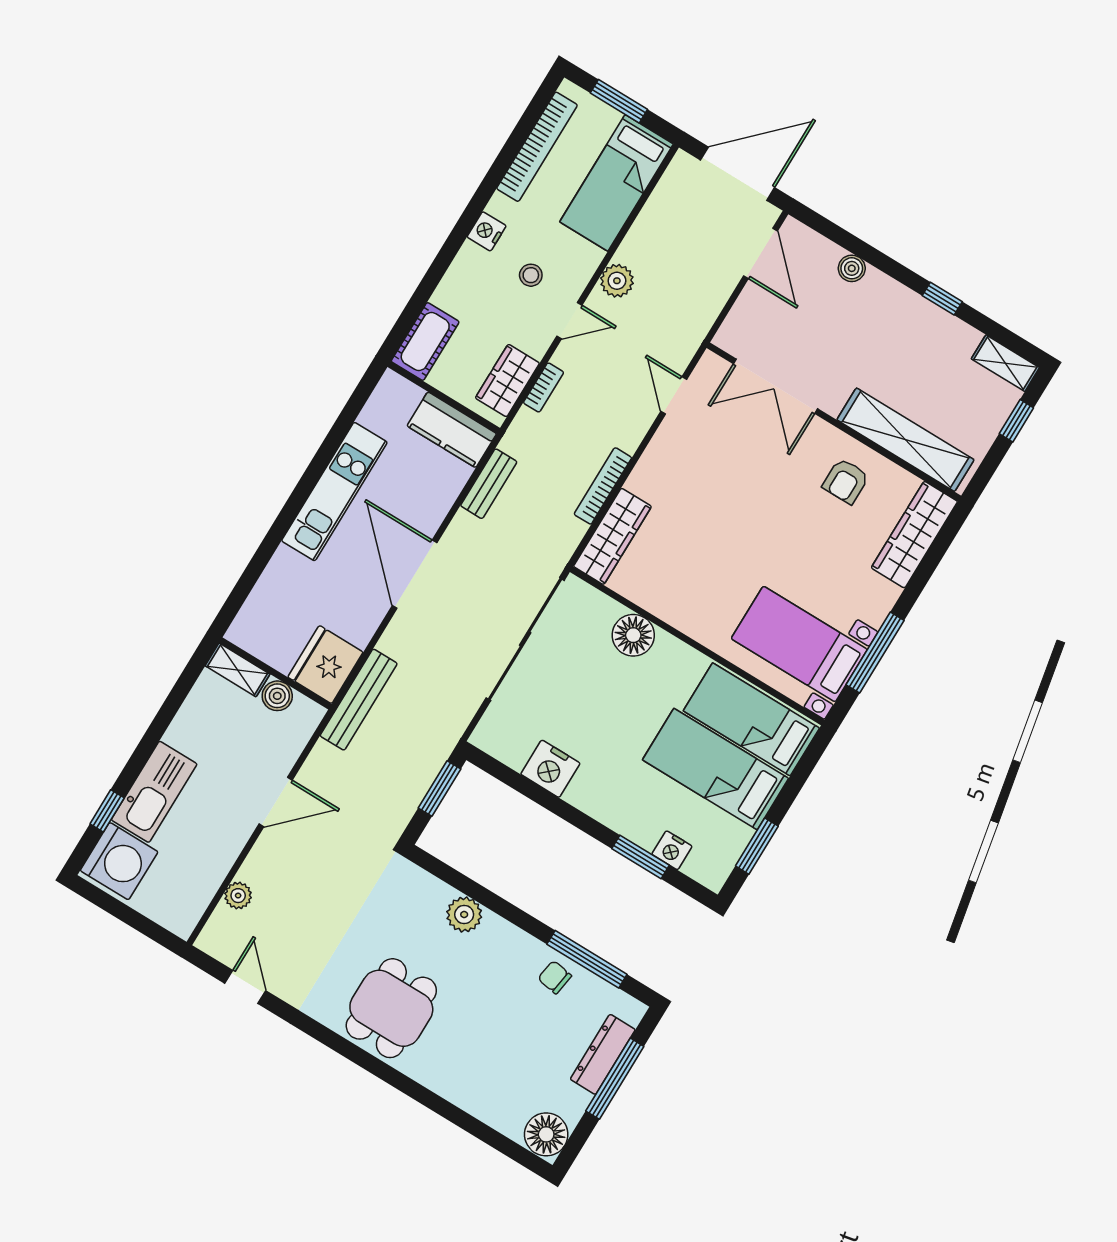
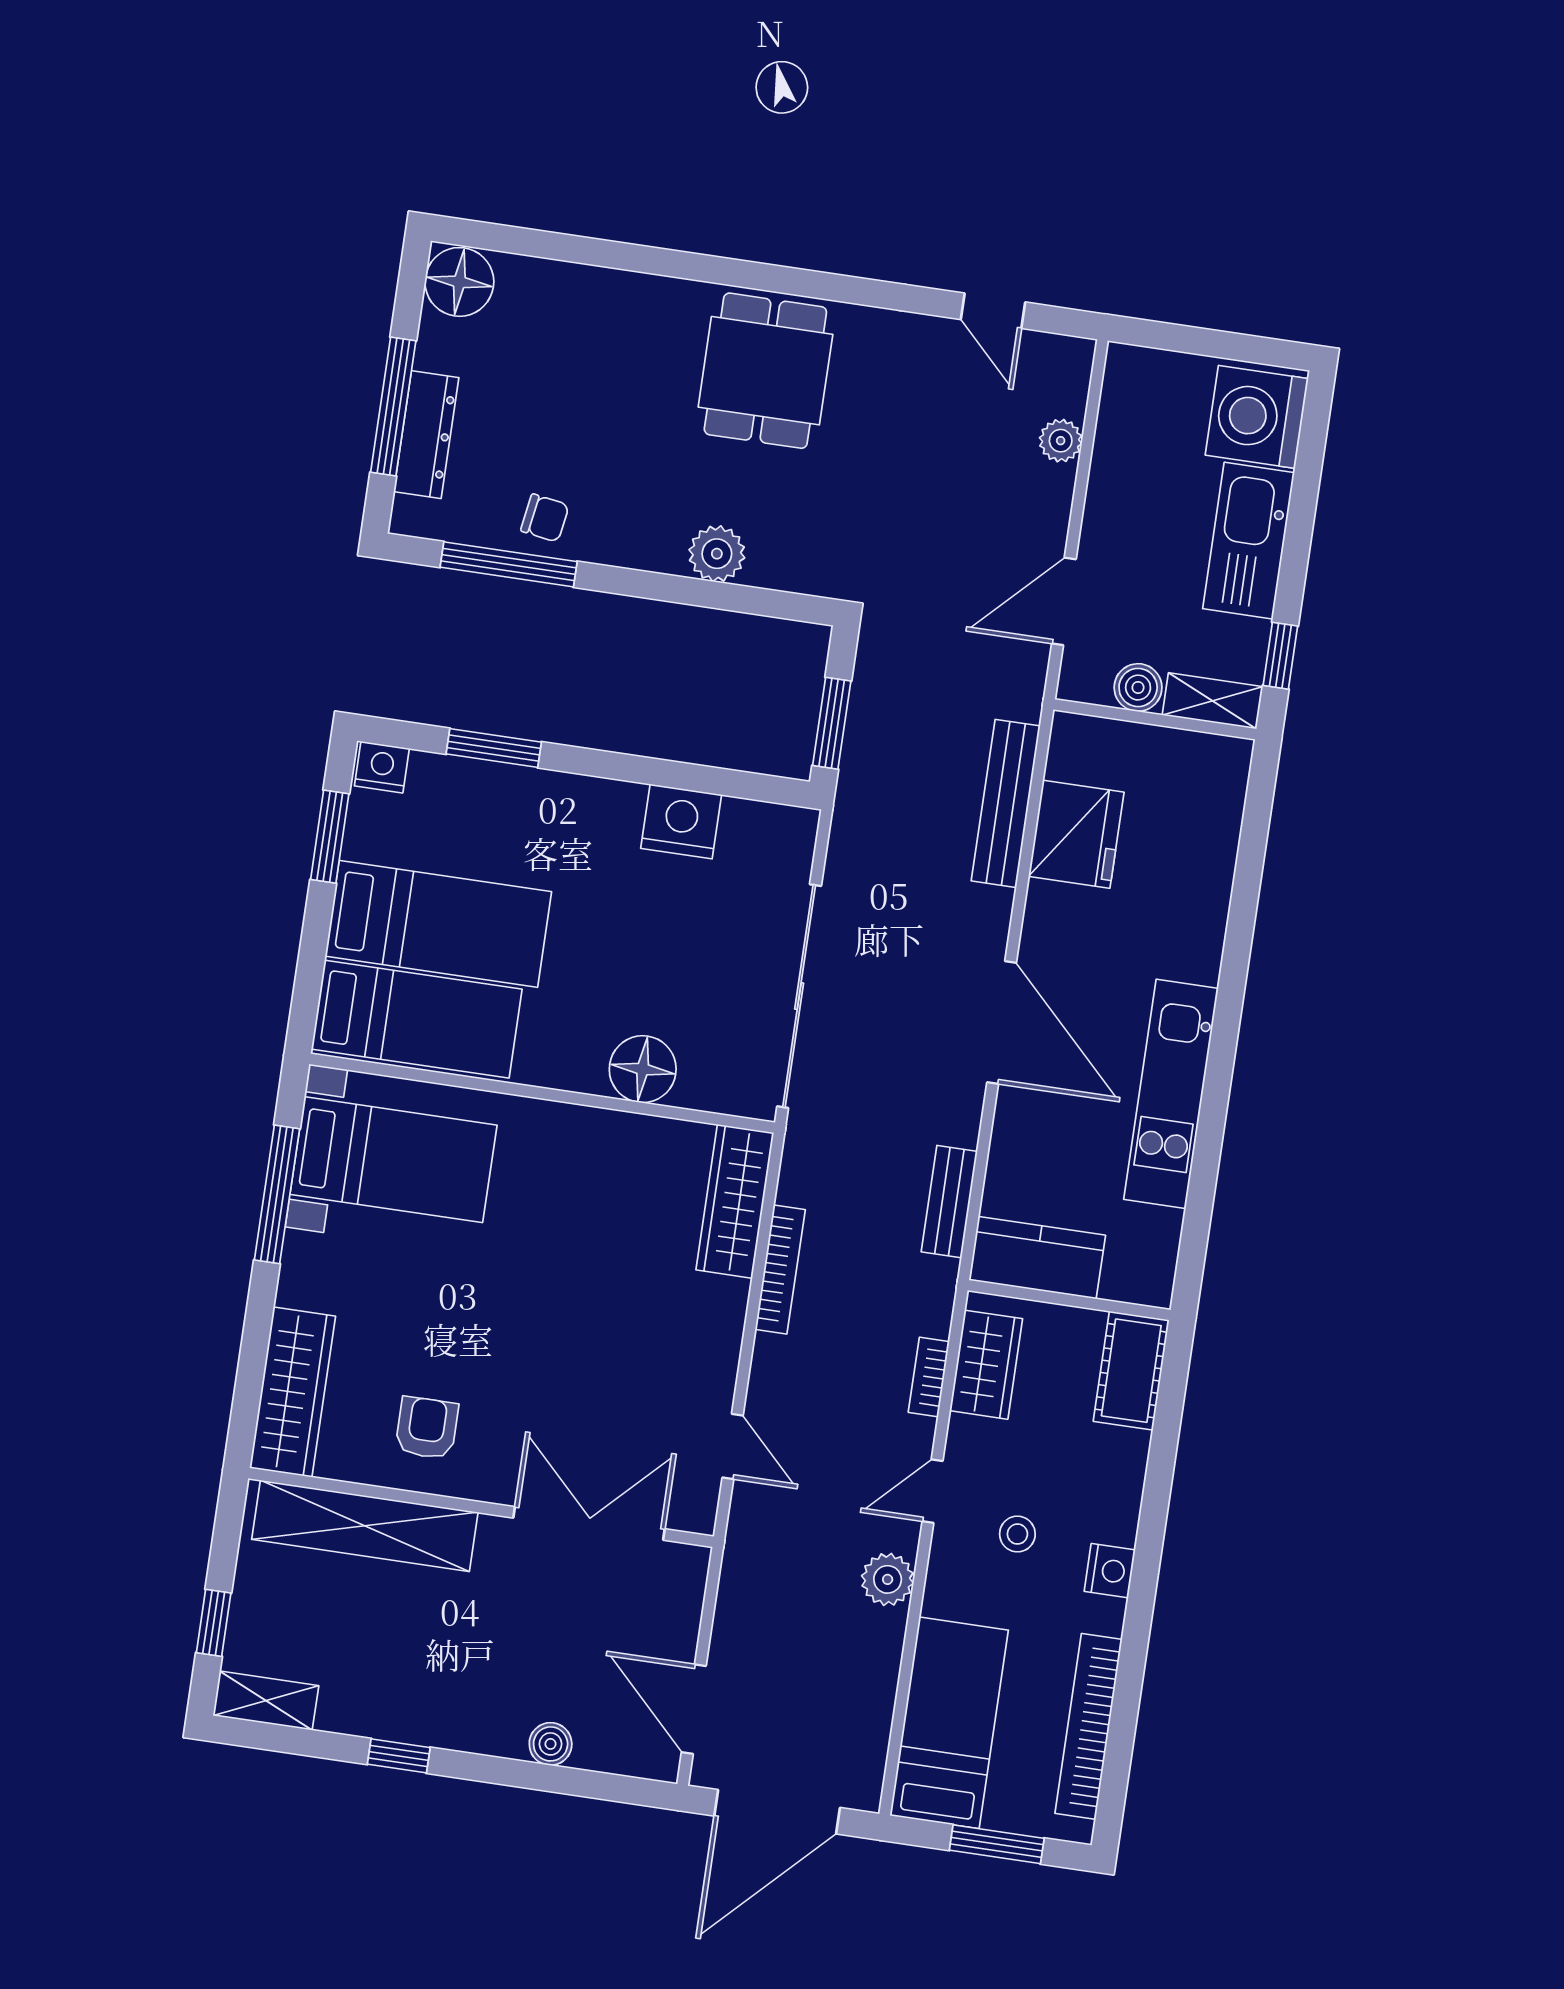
shelving: (238, 670) -> (1213, 701), moved
wall: (275, 673) -> (1155, 719), moved
boiler: (277, 696) -> (1138, 688), moved
window: (107, 811) -> (1280, 656), moved
nightstand: (672, 850) -> (382, 767), moved

